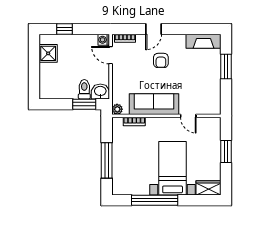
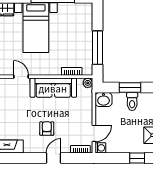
door: (111, 55) -> (94, 133), hinge flipped
toilet: (84, 89) -> (132, 102), moved
window: (84, 104) -> (130, 88), moved
window: (107, 160) -> (98, 48), moved

